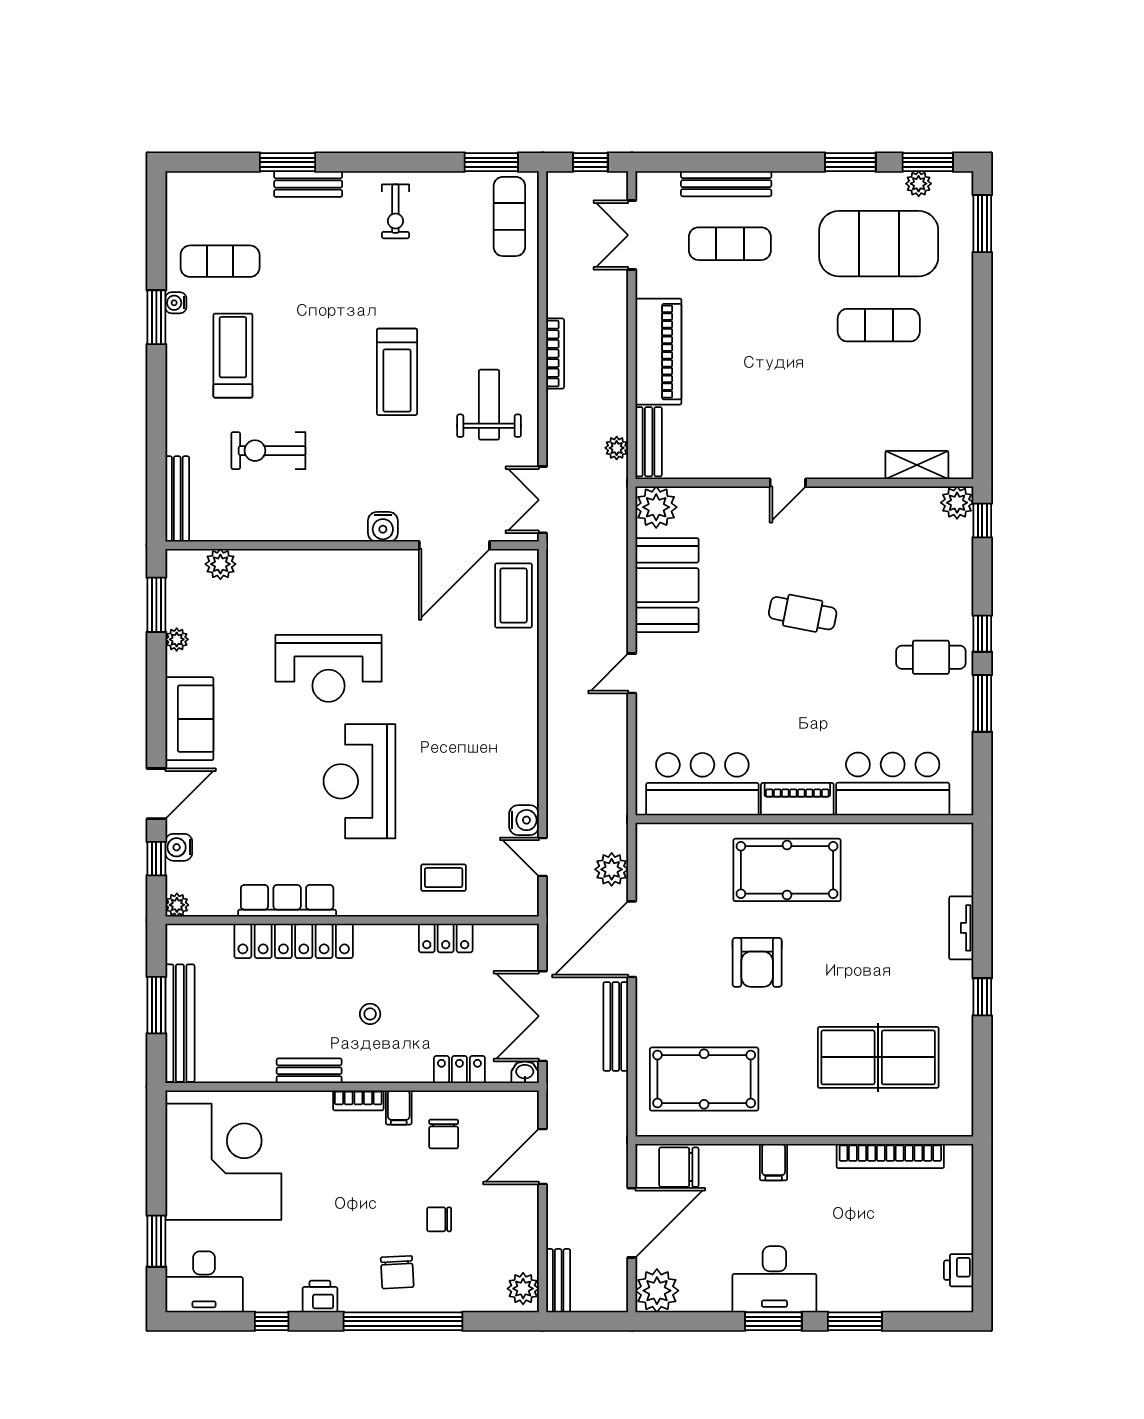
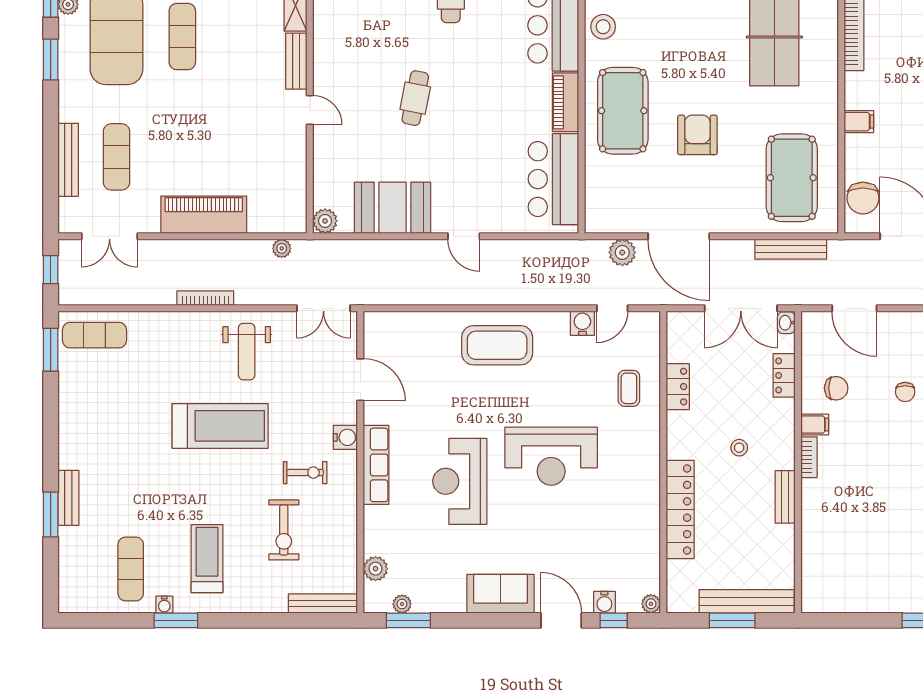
exercise bike: (395, 211) -> (305, 473), moved
treadmill: (233, 356) -> (207, 559), turned 90
treadmill: (397, 372) -> (220, 426), width x1.37, depth x1.38
weight bench: (489, 405) -> (247, 352), turned -90
bench: (649, 442) -> (296, 61), moved, turned 90
plant: (656, 507) -> (325, 221), width x0.73, depth x0.73
door: (454, 545) -> (360, 380), width x0.73
coffee table: (514, 596) -> (497, 345), moved, width x1.36, depth x1.32
plant: (177, 639) -> (402, 604), moved
reception desk: (329, 668) -> (460, 481), turned 180
stool: (891, 846) -> (603, 27), added
row of seats: (287, 901) -> (376, 465), moved, turned 180
armchair: (757, 962) -> (697, 135), turned -90
bench: (616, 1027) -> (791, 249), moved
corner desk: (223, 1162) -> (859, 566), removed

